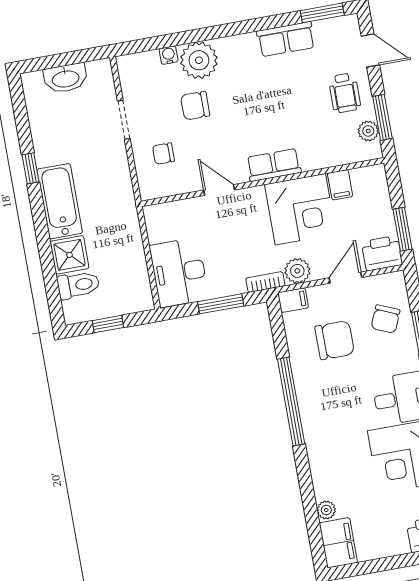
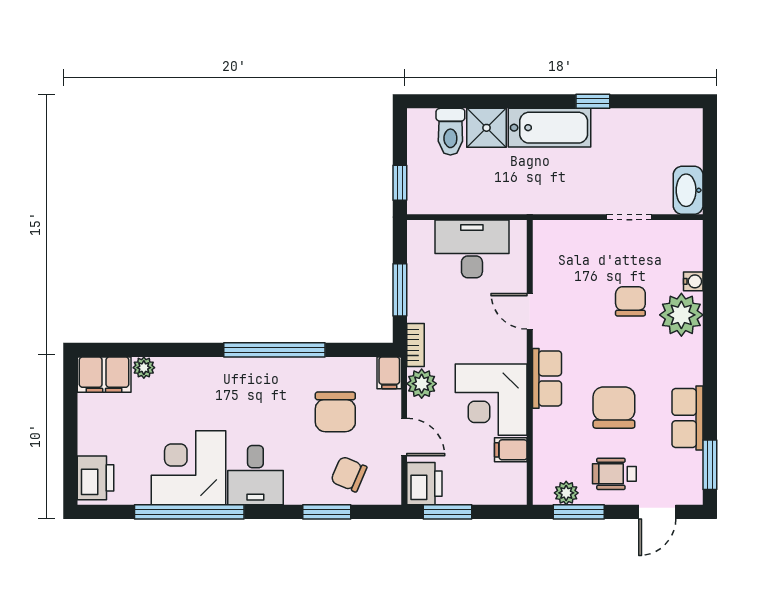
washbasin: (66, 78) -> (688, 190), moved
chair: (163, 154) -> (614, 408), moved, width x1.87, depth x1.87
door: (219, 190) -> (530, 311), swing flipped
desk: (179, 272) -> (472, 249), moved
window: (108, 324) -> (400, 183), moved

